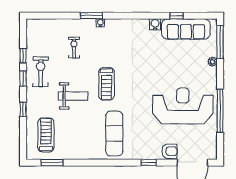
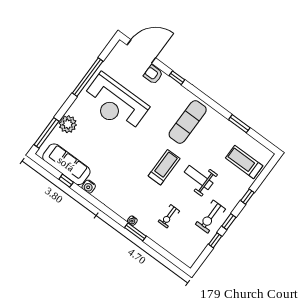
plant: (212, 62) -> (68, 124), width x1.88, depth x1.88
treadmill: (46, 135) -> (244, 162), turned 90
window: (52, 163) -> (239, 124), moved

